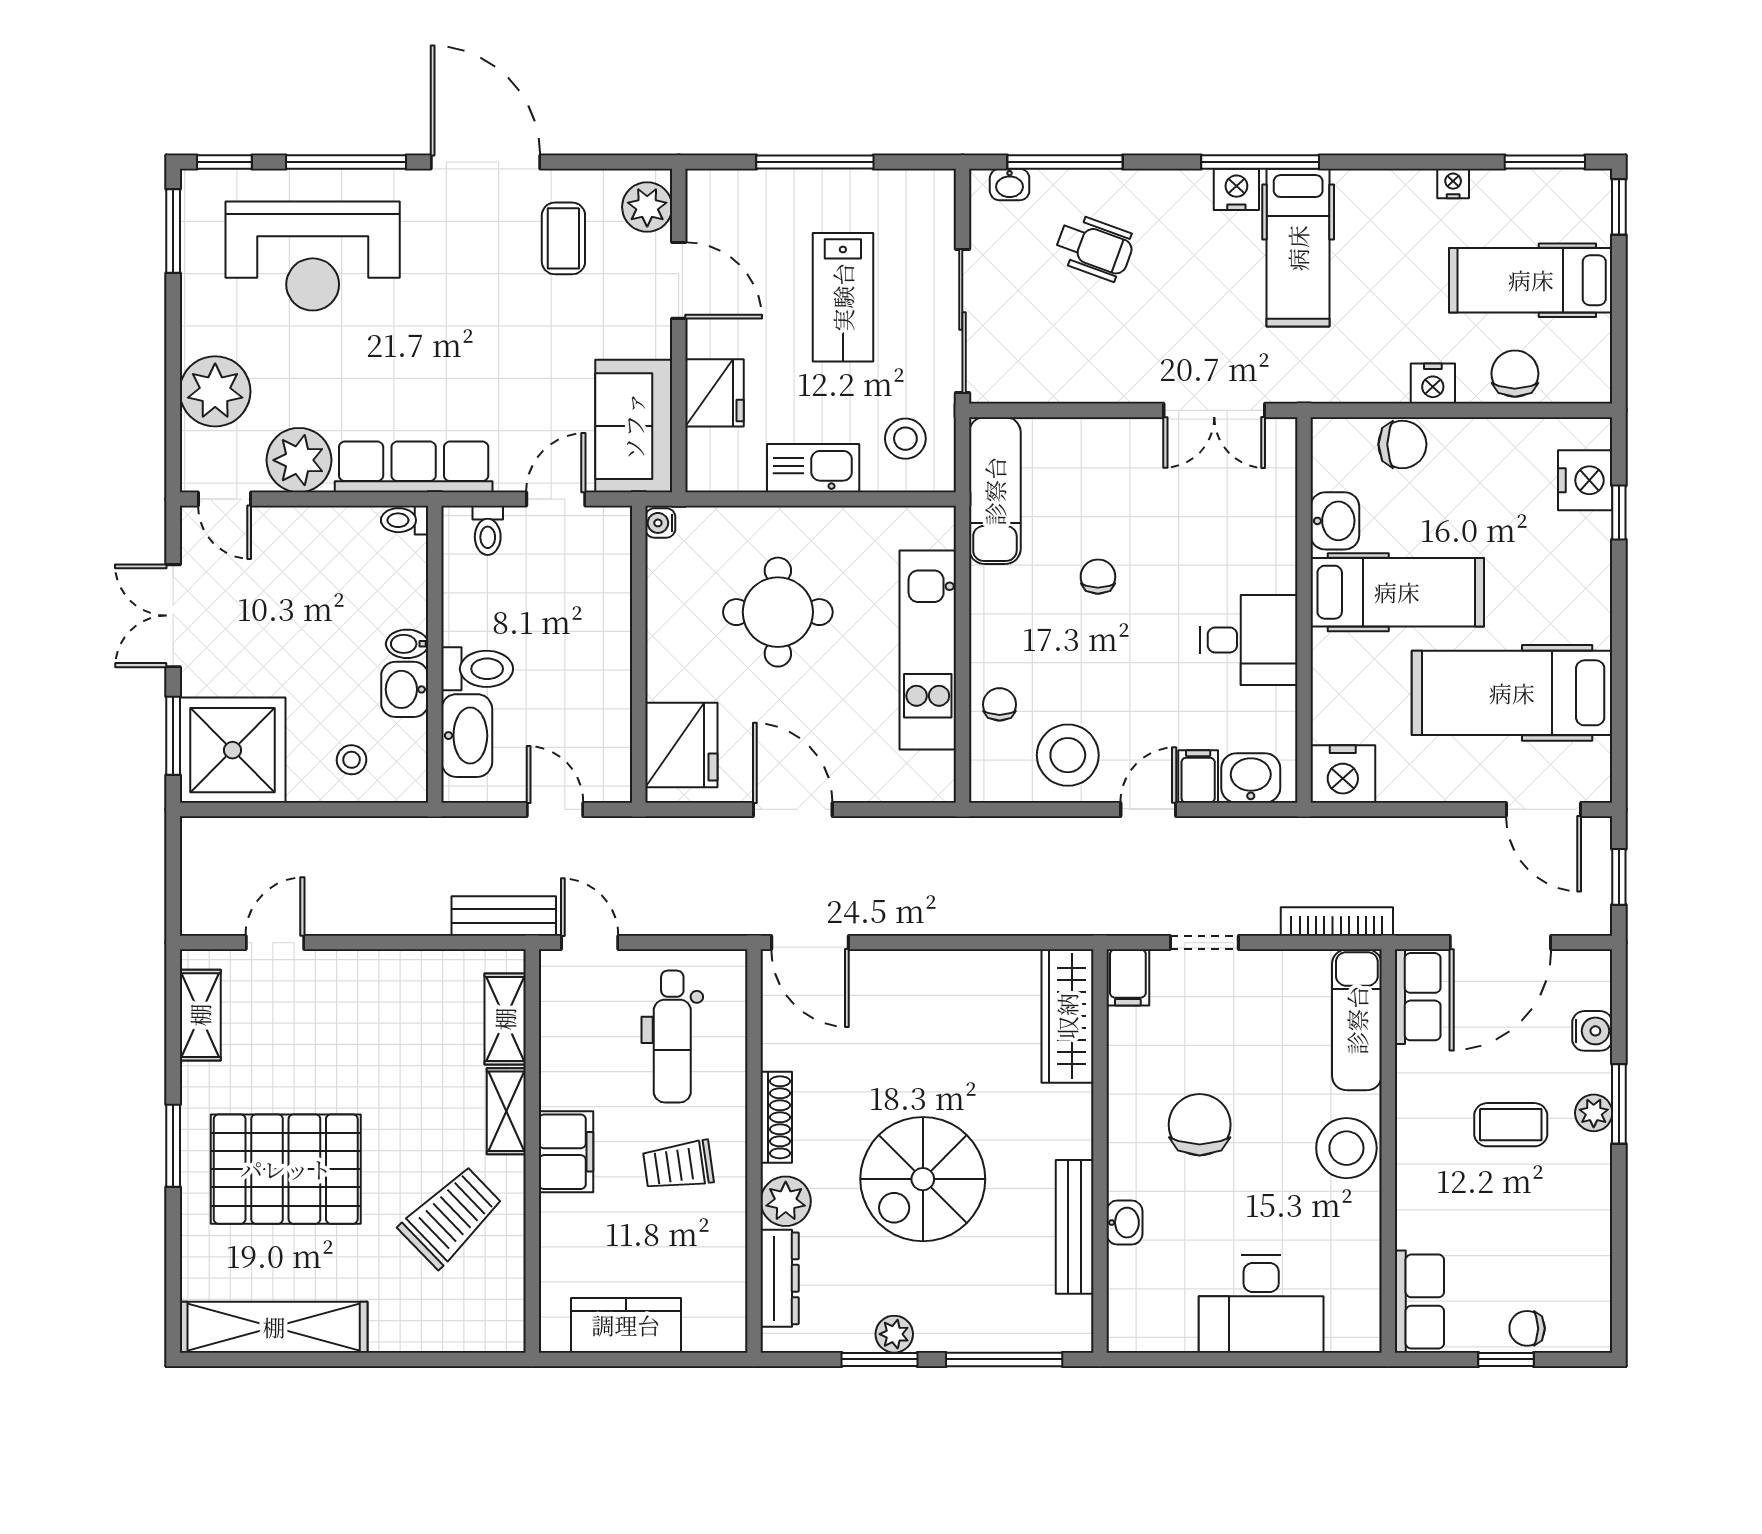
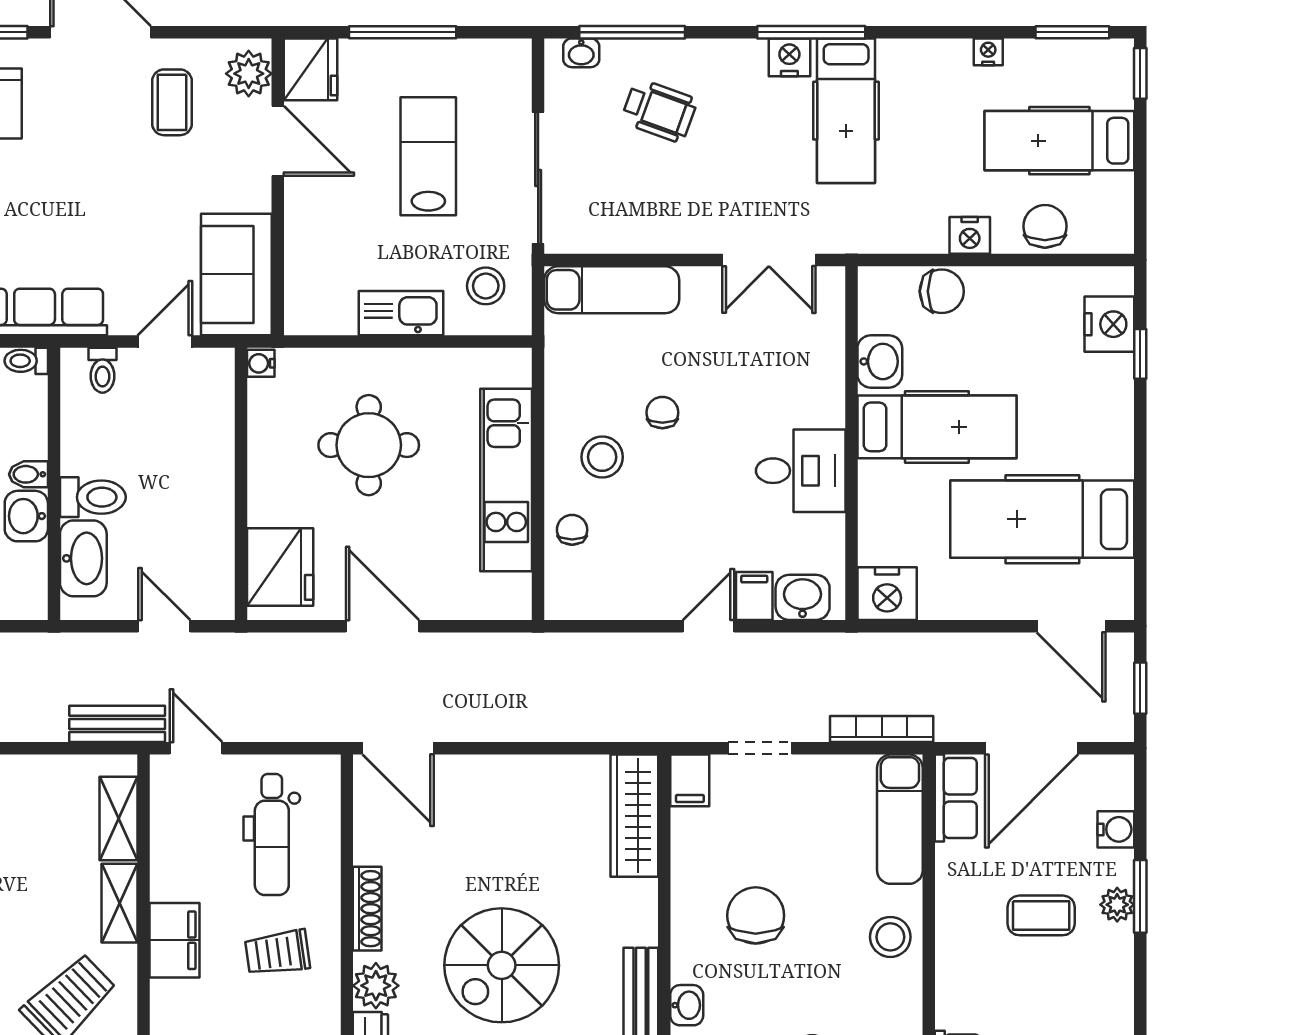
lab bench: (843, 297) -> (428, 156), turned 180
fridge: (714, 393) -> (310, 69), moved
exam couch: (995, 491) -> (612, 290), moved, turned 90
stool: (1068, 755) -> (602, 457), moved, width x0.73, depth x0.73
stool: (1346, 1148) -> (890, 937), width x0.73, depth x0.73

